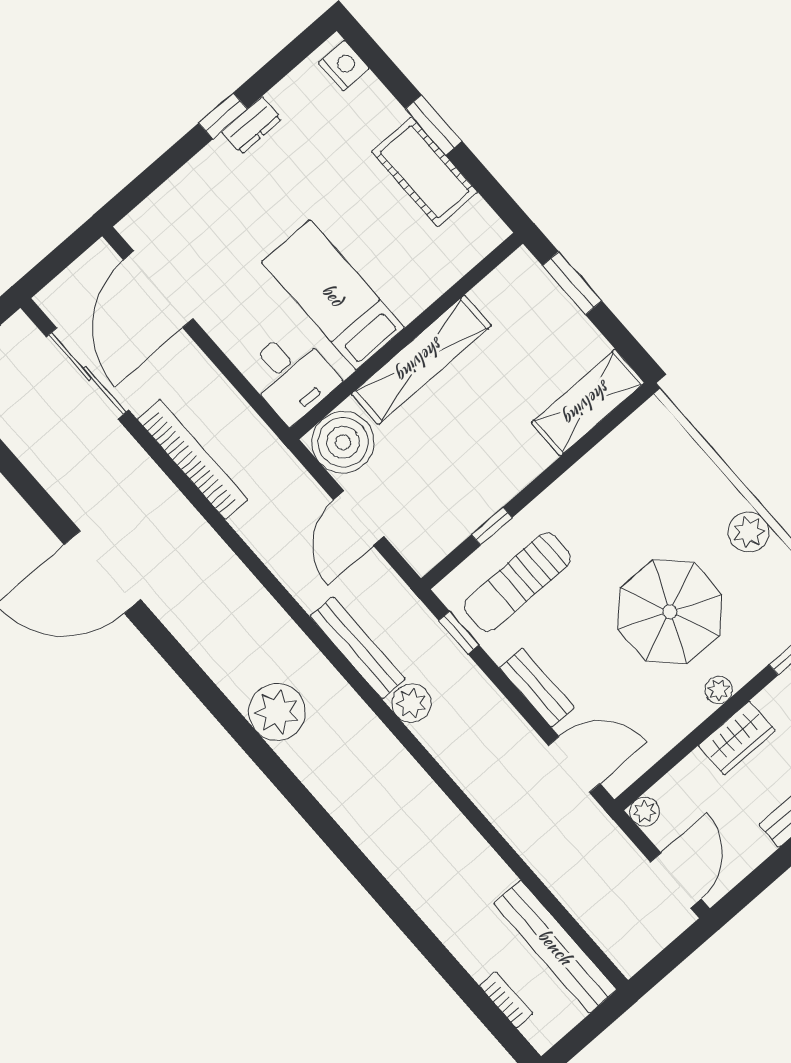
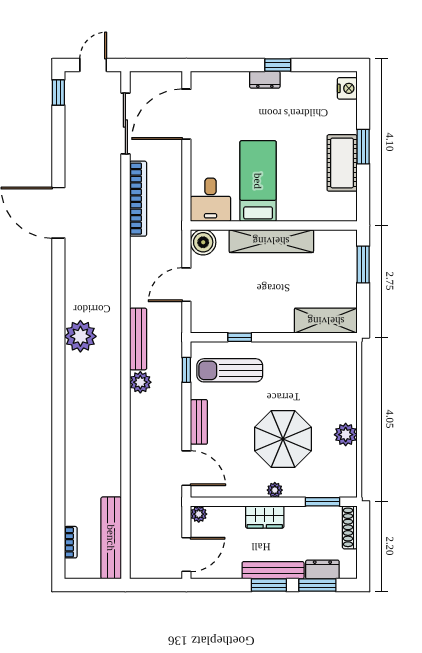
dresser: (252, 125) -> (265, 80), moved
boiler: (343, 442) -> (203, 242), width x0.73, depth x0.73

